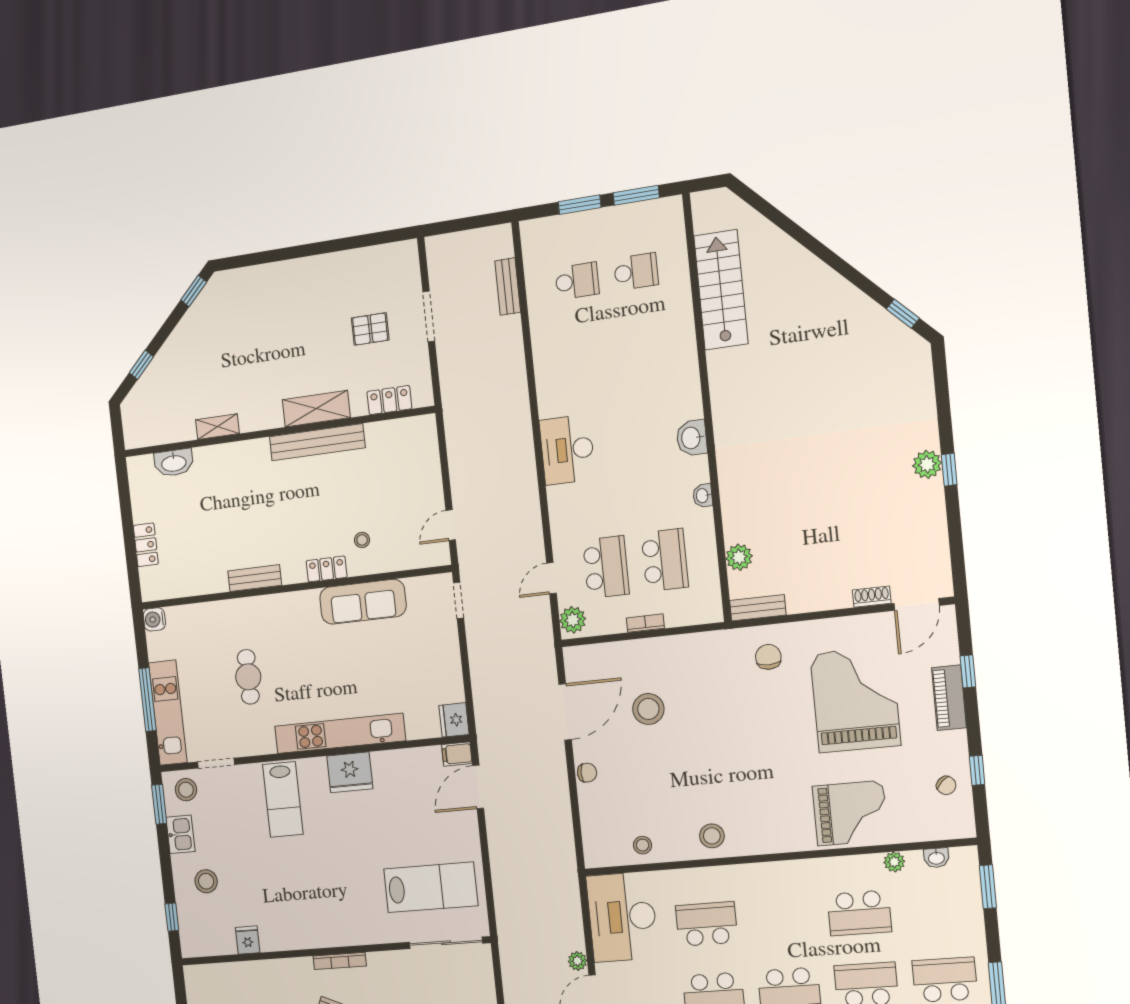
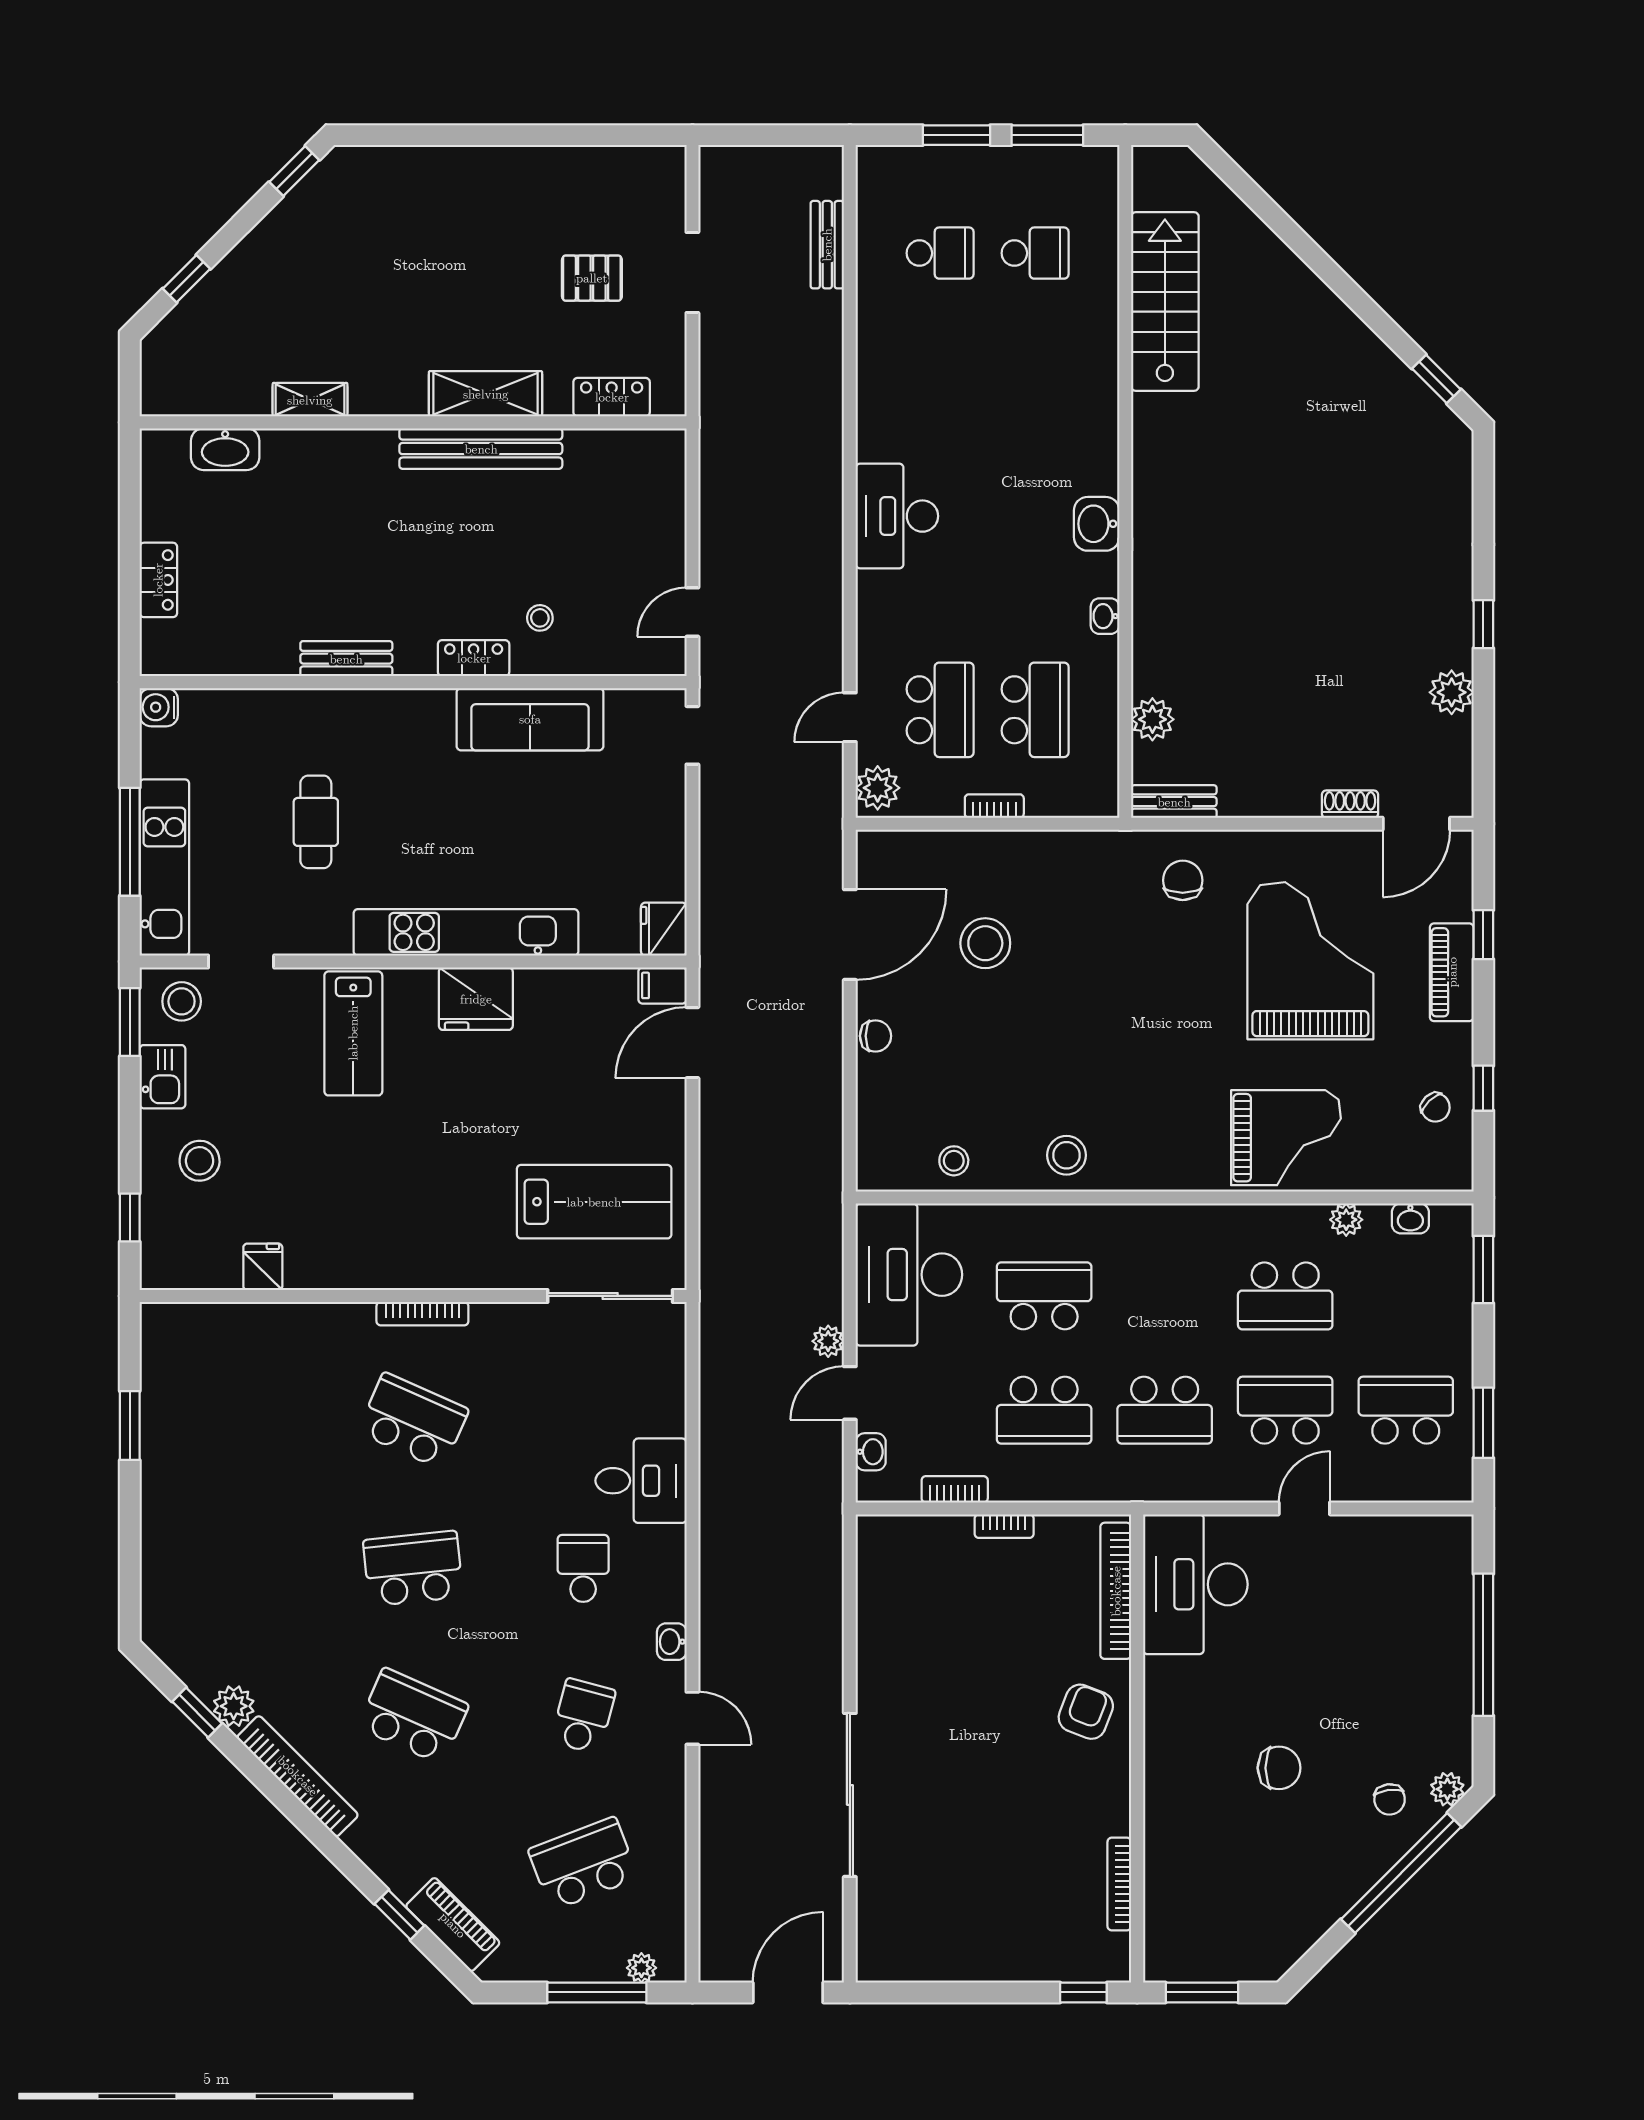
plant: (927, 464) -> (1452, 692), moved

